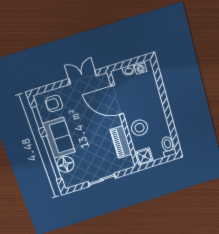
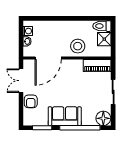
armchair: (54, 103) -> (31, 101), moved
piano: (121, 142) -> (97, 65), moved
shower: (144, 157) -> (104, 39), moved
floor lamp: (65, 164) -> (103, 118), moved

